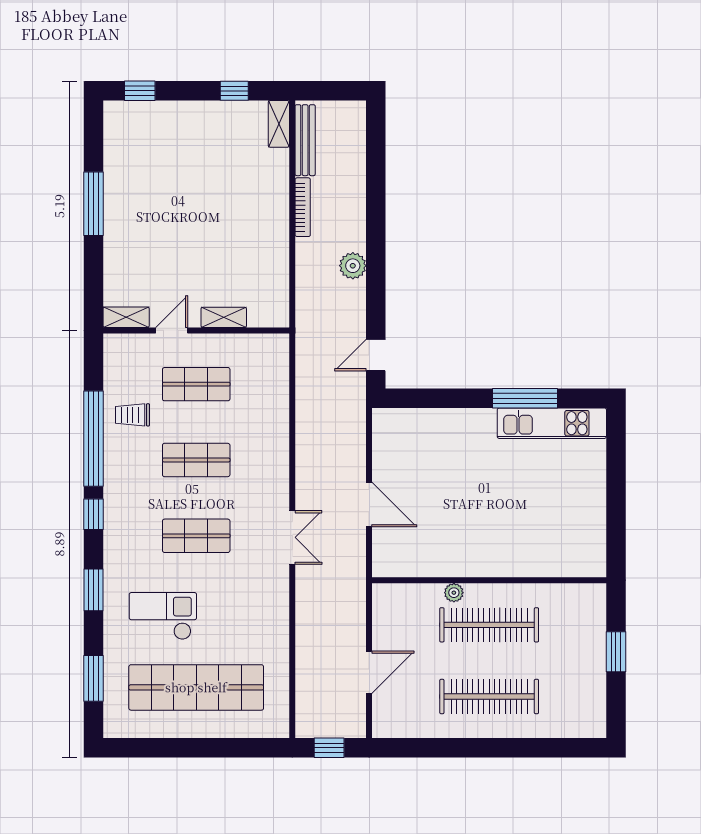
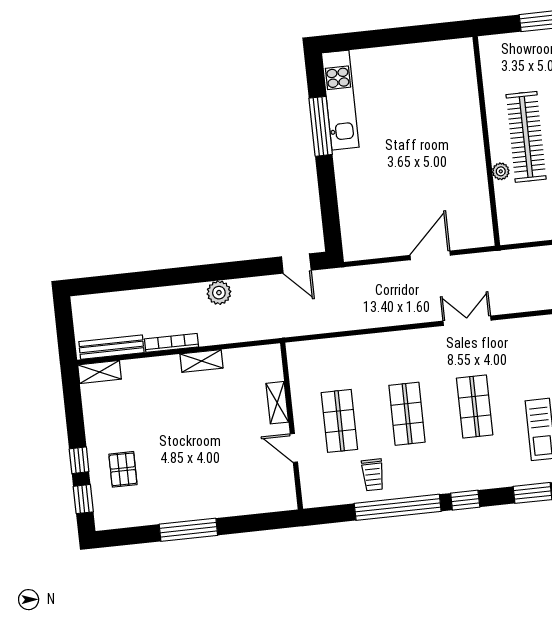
window: (234, 91) -> (79, 460), moved
pallet: (168, 138) -> (123, 469), added
shelving: (126, 317) -> (201, 361), moved, turned 90

